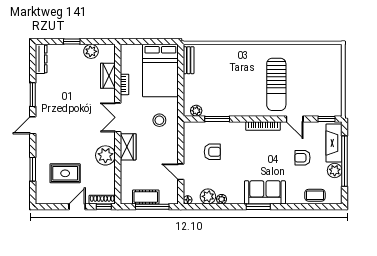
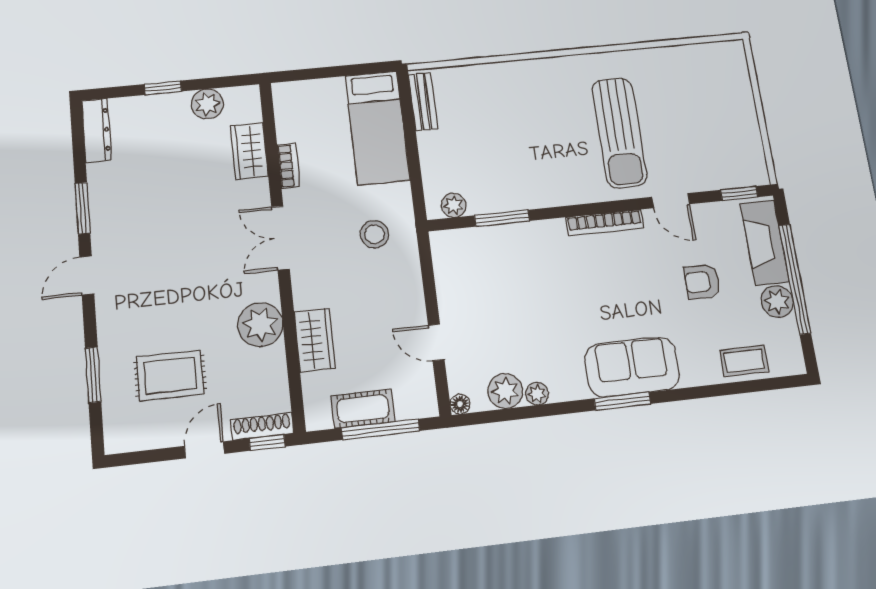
bed: (160, 71) -> (377, 128), width x0.67
wardrobe: (128, 147) -> (315, 340), moved
armchair: (212, 152) -> (501, 290), removed

